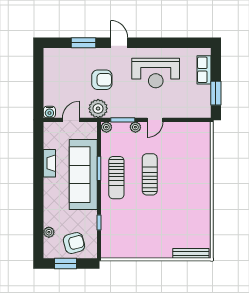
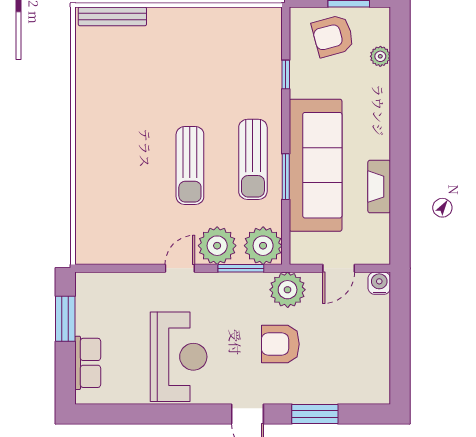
reception desk: (156, 73) -> (179, 357), turned 90
plant: (106, 127) -> (263, 246), width x1.88, depth x1.88
plant: (135, 127) -> (217, 246), width x1.87, depth x1.87
sun lounger: (116, 178) -> (253, 159), turned 180

